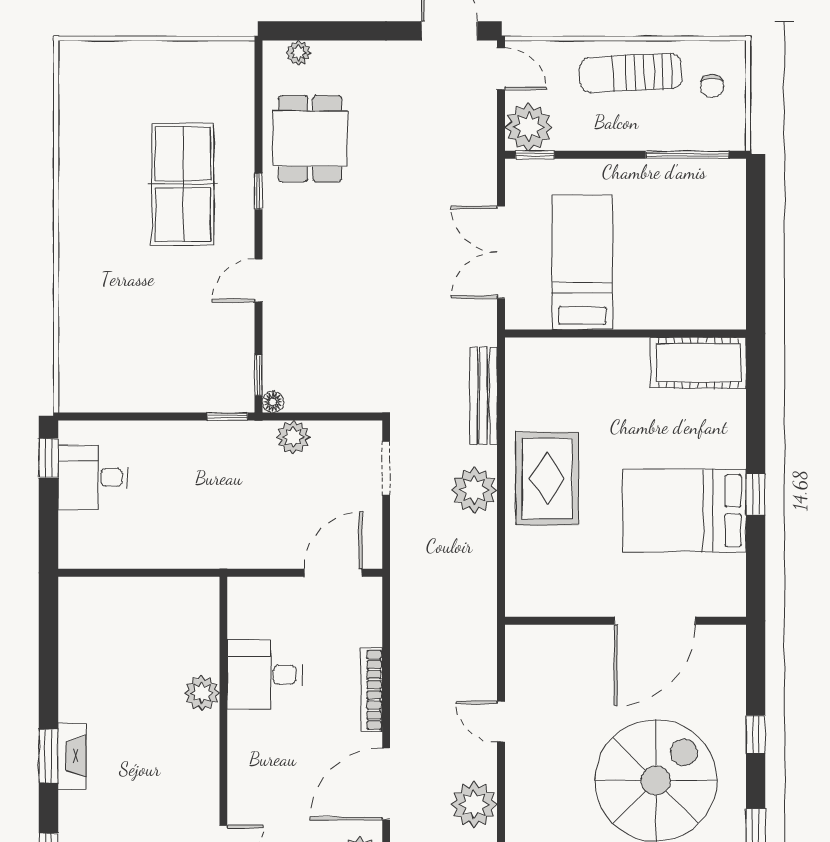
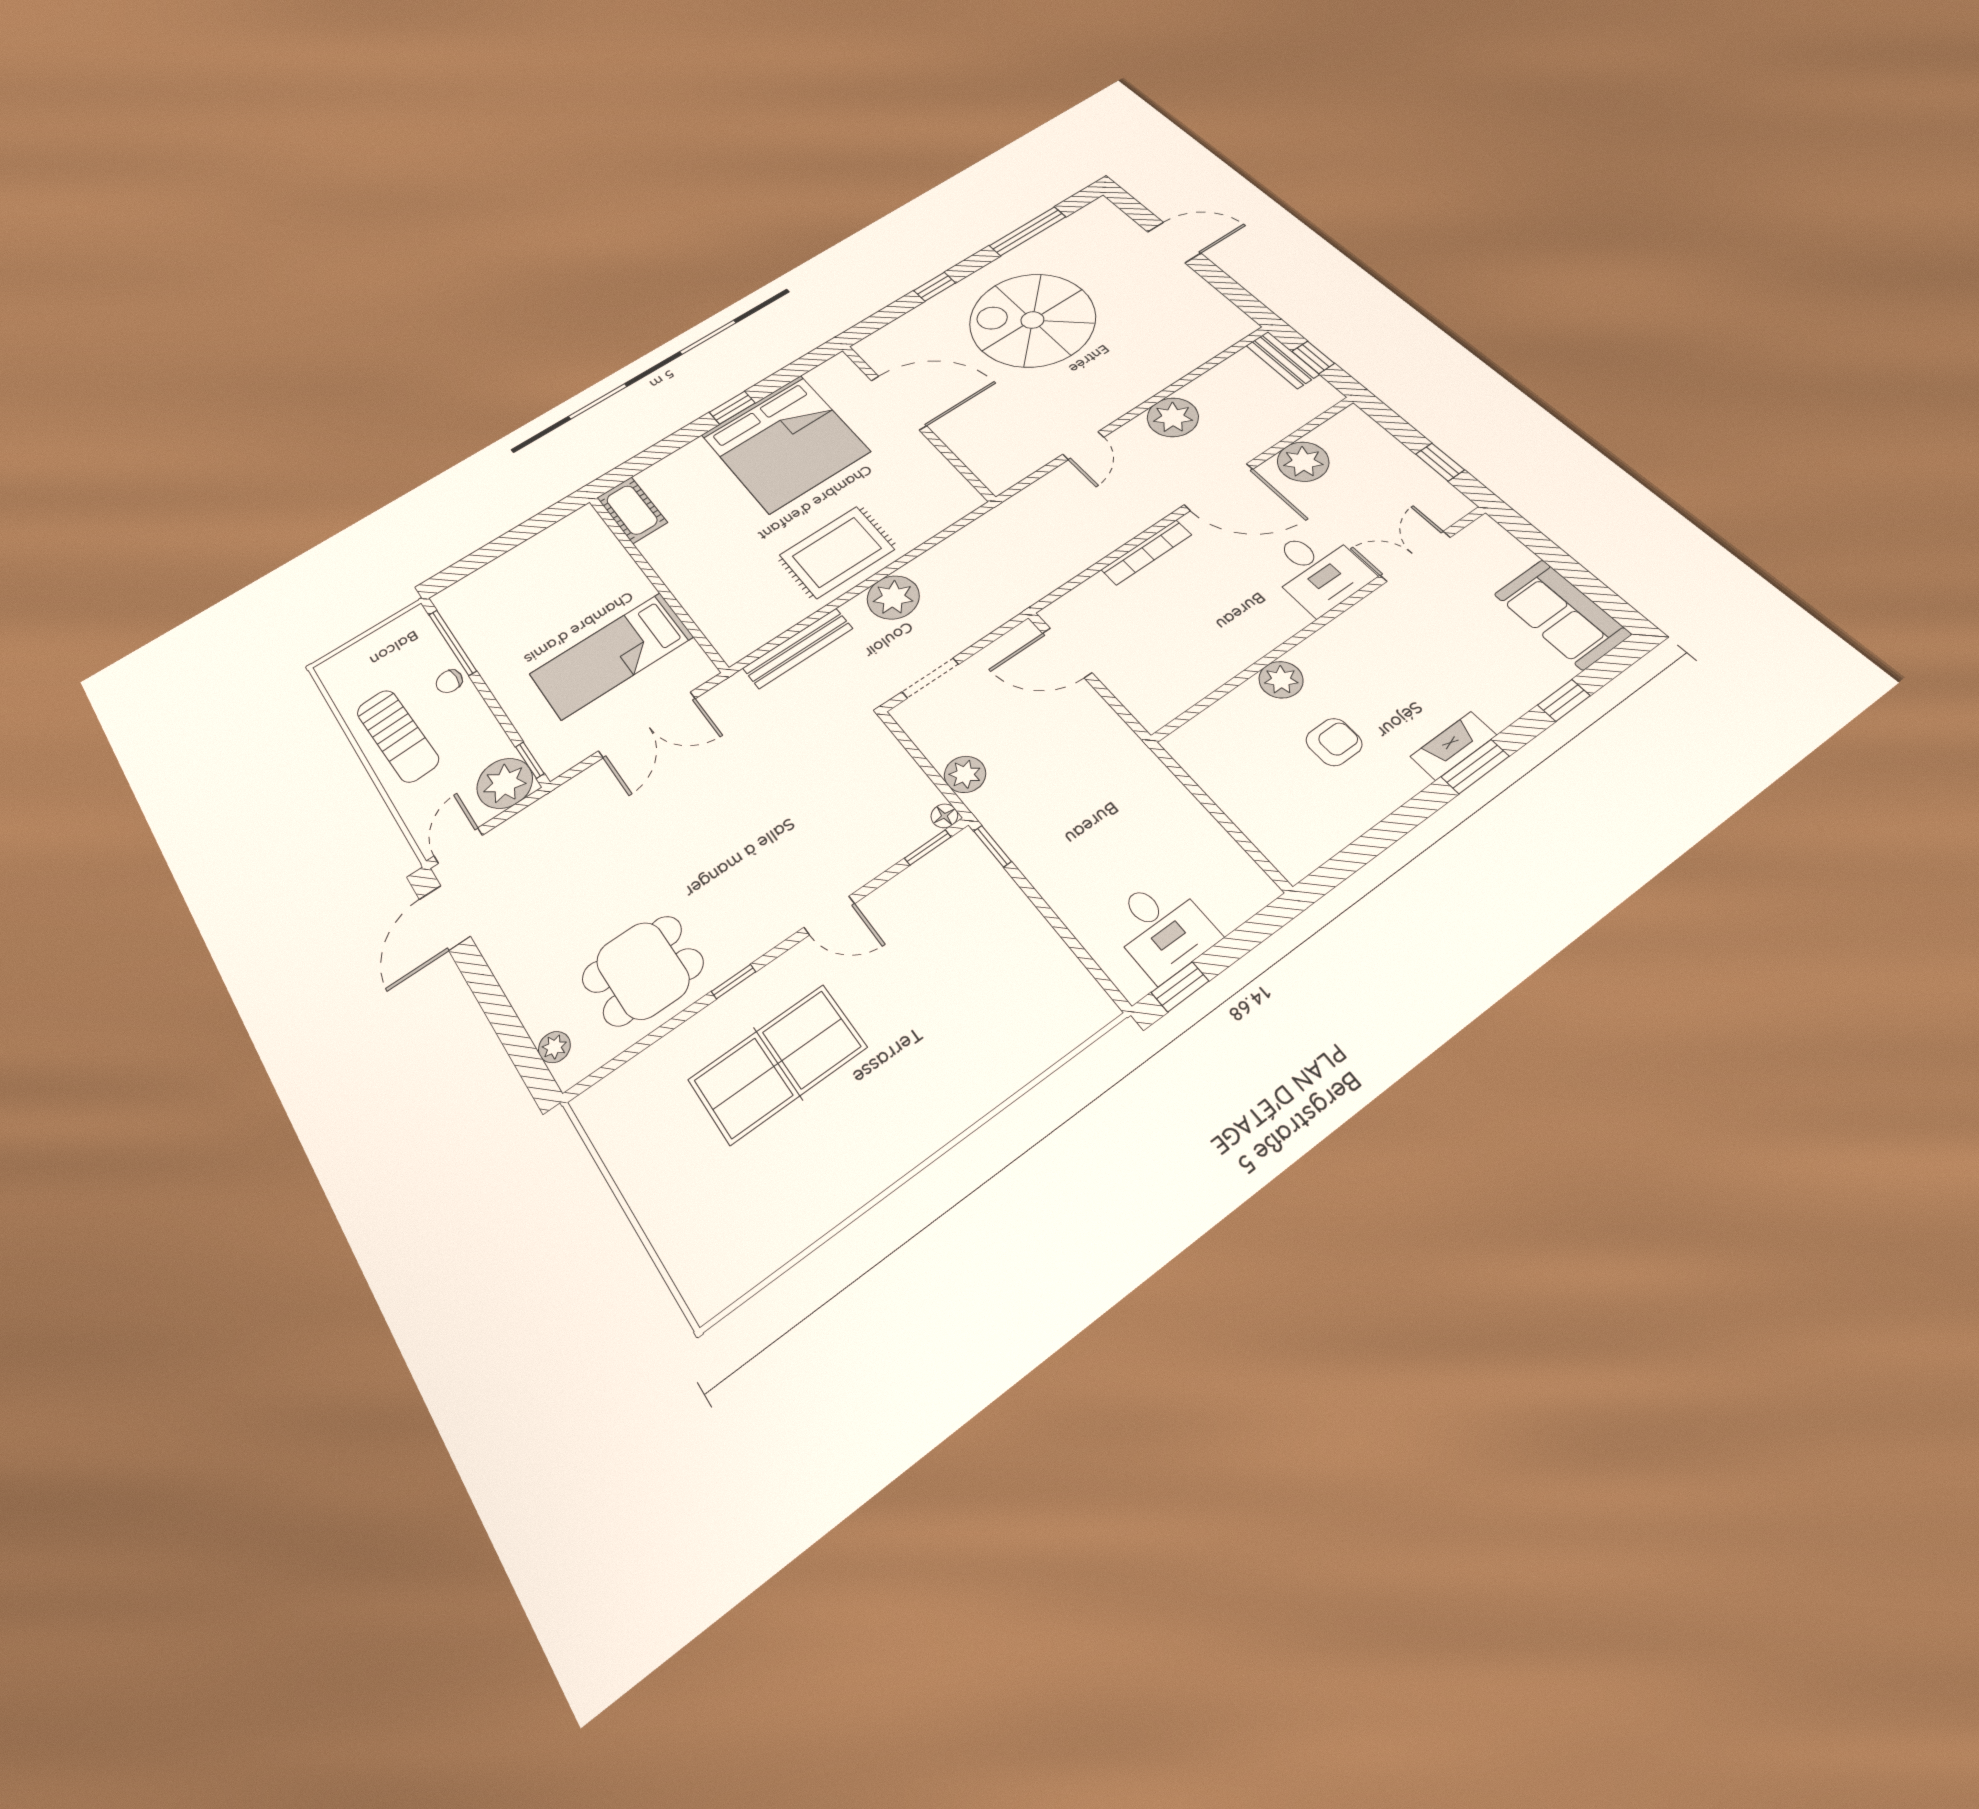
chair: (712, 86) -> (449, 681), moved, turned 180
cot: (698, 363) -> (632, 510), width x0.73, depth x0.75
bed: (684, 510) -> (785, 443), width x1.36
desk: (265, 675) -> (1318, 570), moved
armchair: (132, 686) -> (1334, 742), added

